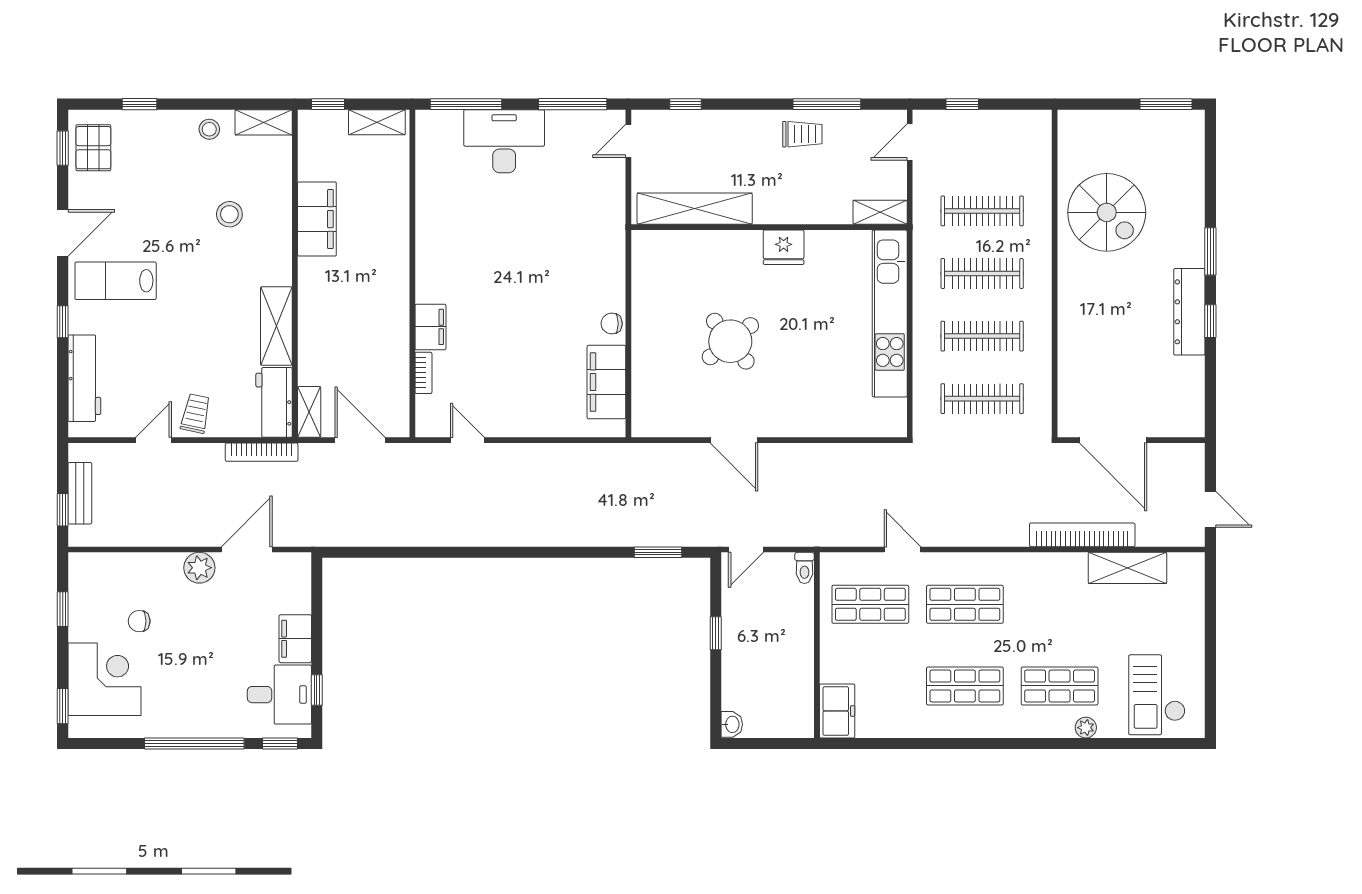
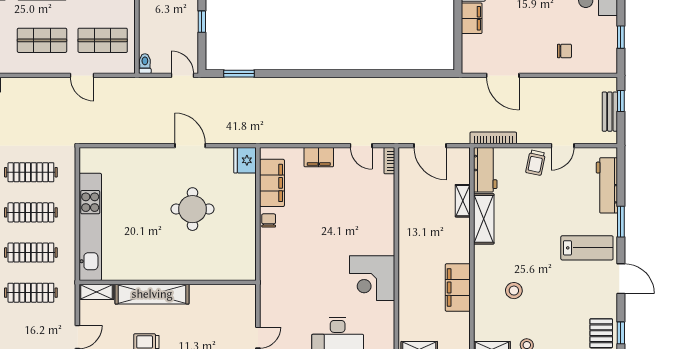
shelving: (695, 209) -> (152, 294), moved
door: (63, 233) -> (621, 279), swing flipped
corner desk: (450, 234) -> (372, 278), added
fridge: (784, 247) -> (245, 160), moved, turned -90
window: (63, 322) -> (621, 222), width x1.50
chair: (612, 324) -> (269, 220), turned -90
filing cabinet: (430, 327) -> (319, 157), moved, turned -90
round table: (730, 341) -> (192, 209), turned 38
bookcase: (423, 373) -> (389, 161), moved
shelving: (309, 412) -> (463, 201), moved
door: (247, 549) -> (503, 75), hinge flipped
door: (746, 549) -> (182, 75), hinge flipped
plant: (199, 568) -> (533, 64), removed
chair: (139, 621) -> (565, 51), moved

